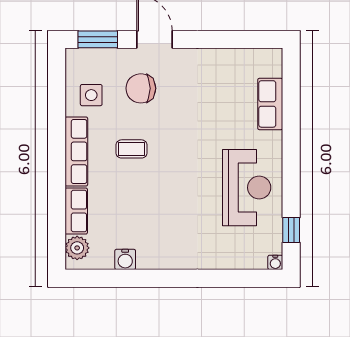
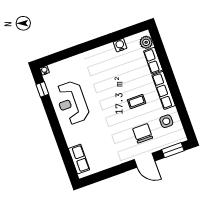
chair: (141, 88) -> (143, 133), turned -90
row of seats: (270, 104) -> (79, 159), moved

